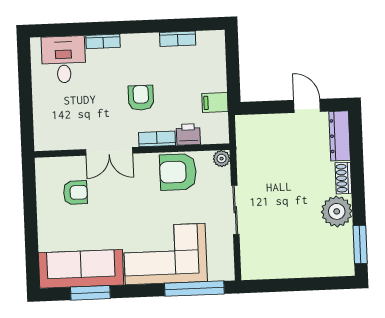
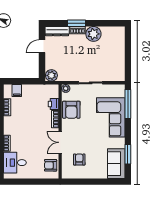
armchair: (141, 98) -> (51, 165), moved
filing cabinet: (215, 103) -> (17, 91), moved
plant: (247, 128) -> (51, 75), added
double door: (109, 151) -> (60, 142), swing flipped
window: (360, 244) -> (77, 23), moved
sofa: (81, 269) -> (116, 164), width x0.73

